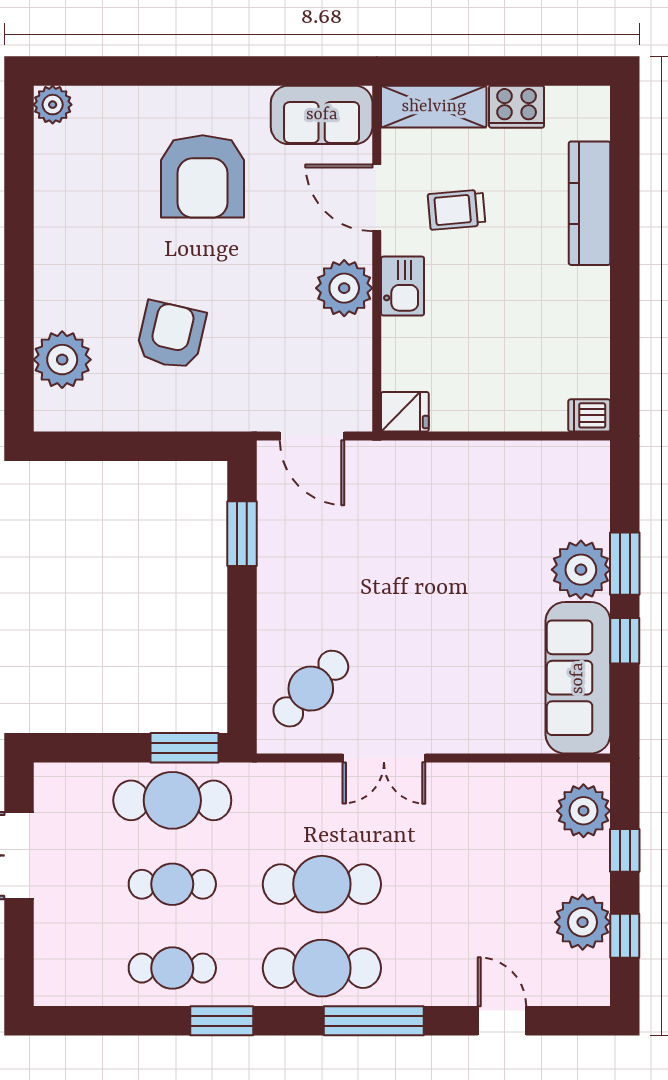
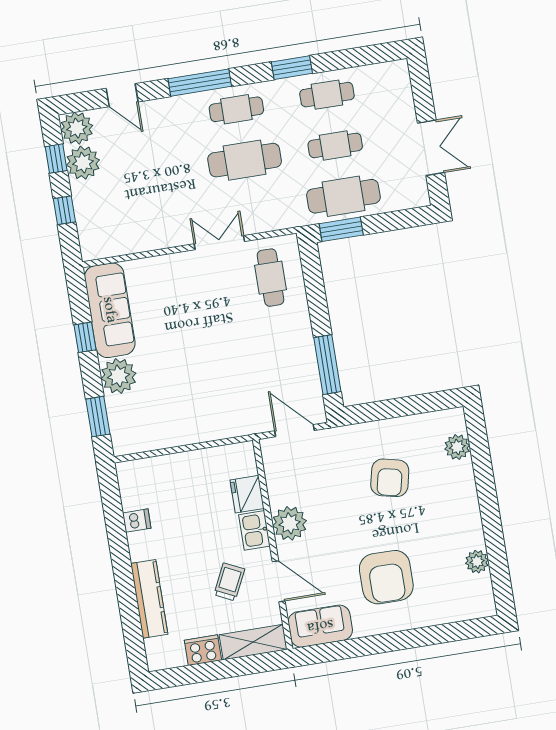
plant: (53, 105) -> (477, 562), moved
armchair: (203, 176) -> (386, 577), turned 180
trolley: (456, 210) -> (229, 582), turned -59
plant: (62, 360) -> (457, 447), width x0.73, depth x0.73
fridge: (405, 412) -> (247, 494), moved, width x1.38
dishwasher: (589, 415) -> (137, 521), moved
window: (242, 534) -> (327, 365), width x1.44
window: (625, 564) -> (98, 417), moved
cafe table: (311, 689) -> (271, 278), turned -44
plant: (583, 811) -> (77, 128), moved
cafe table: (322, 968) -> (236, 109), width x0.73, depth x0.74

